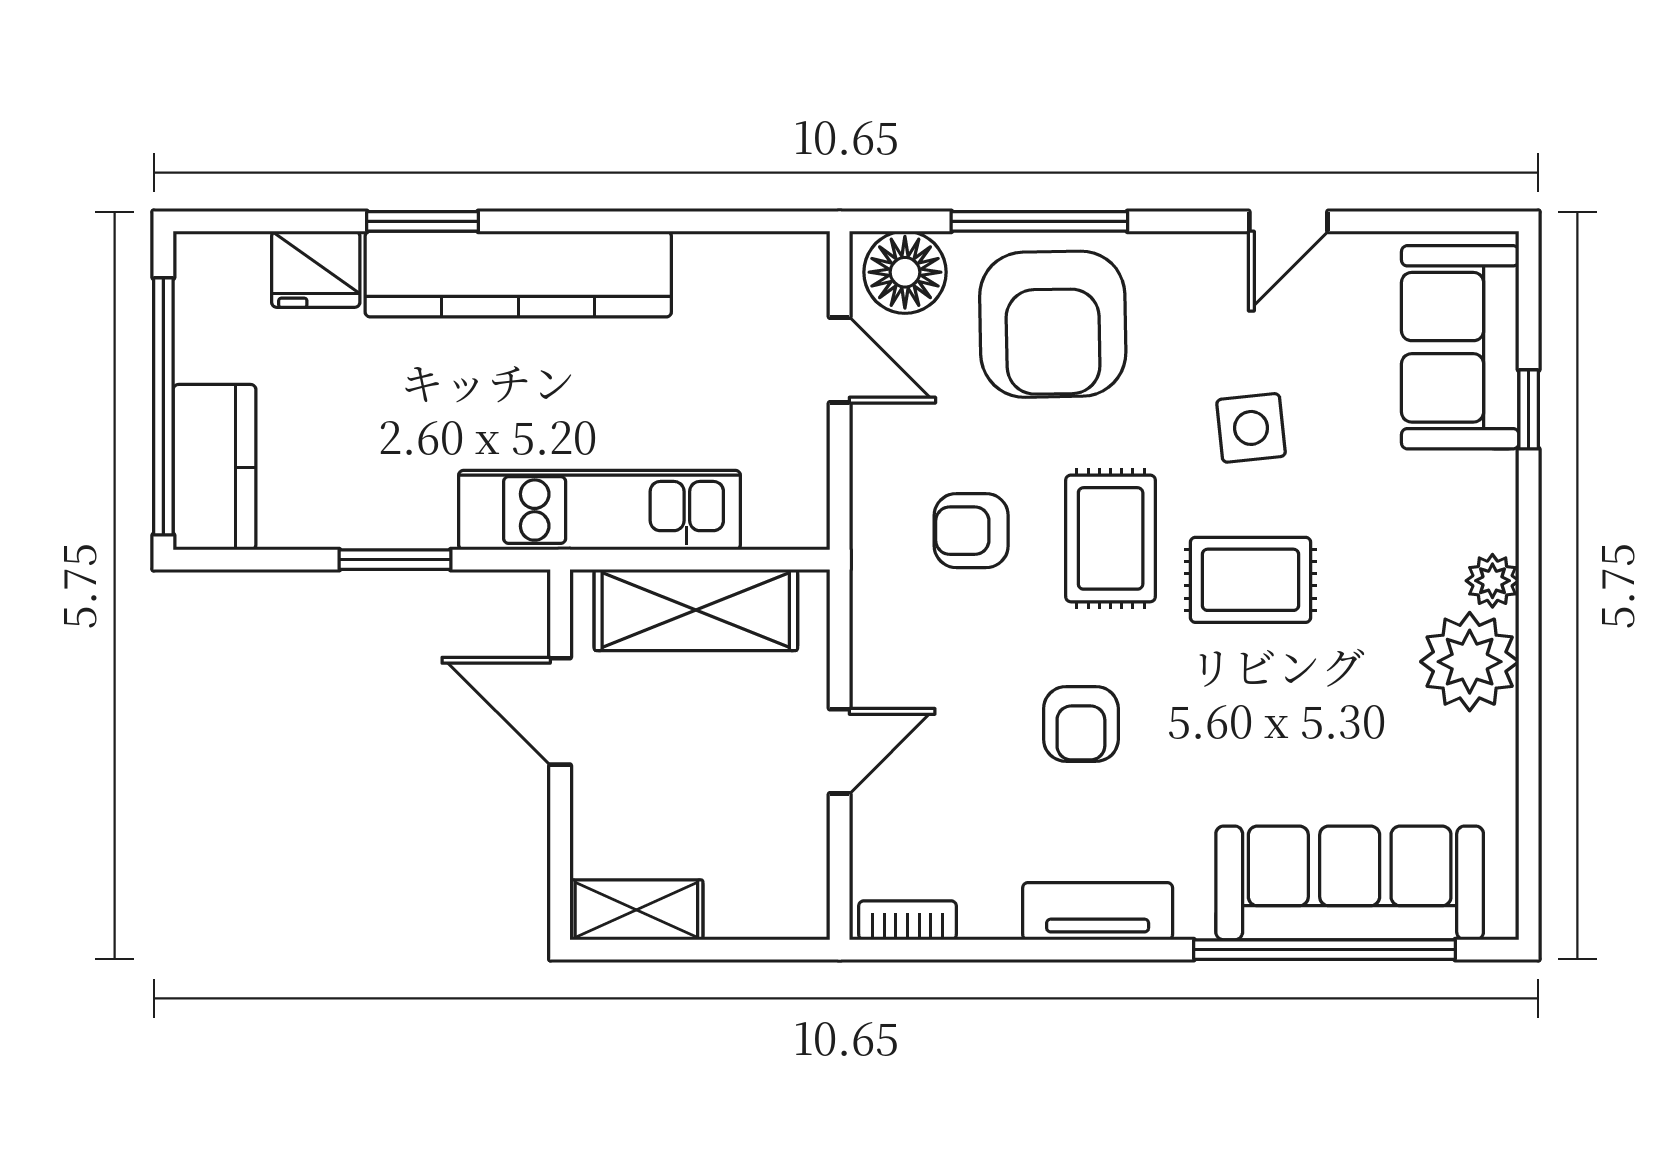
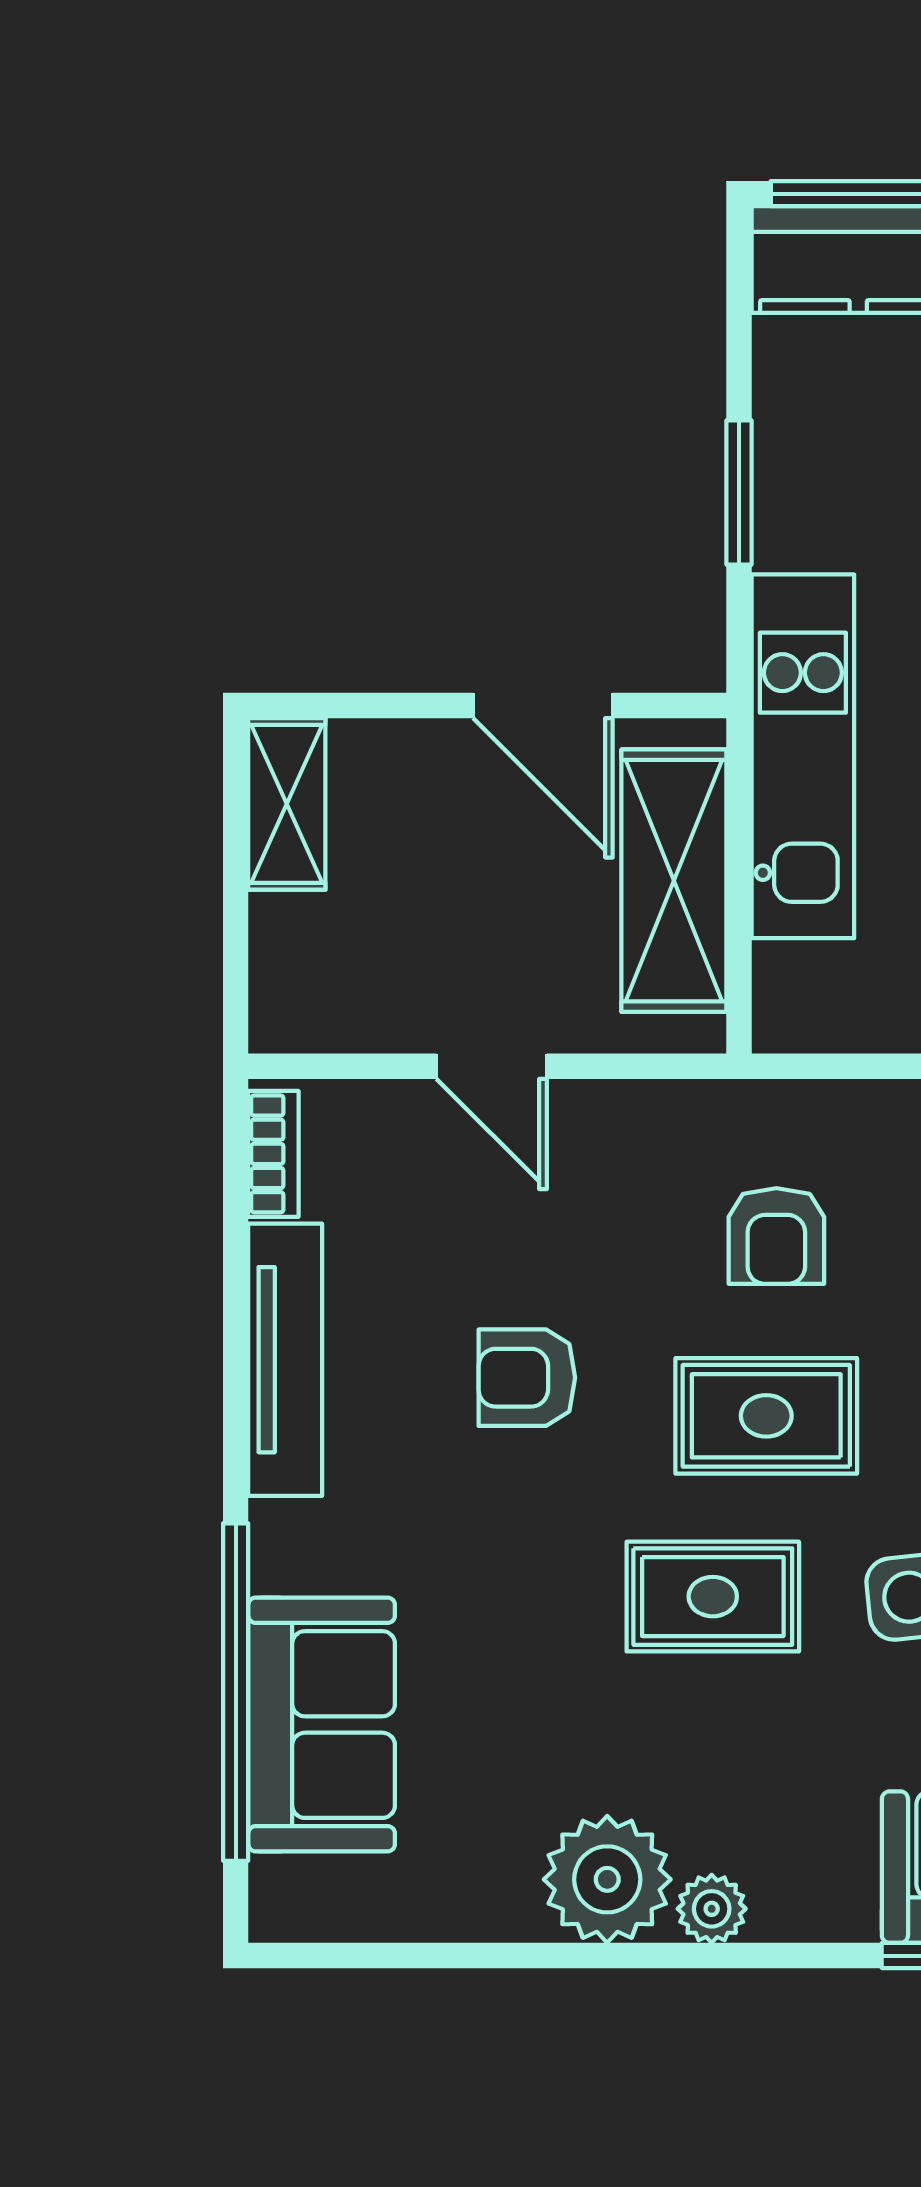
armchair: (971, 531) -> (776, 1236), turned 180
rug: (1251, 580) -> (713, 1597), turned 90
door: (560, 711) -> (543, 705), swing flipped
sofa: (1350, 883) -> (322, 1725), width x0.73
tv unit: (1098, 911) -> (285, 1360), width x1.41

